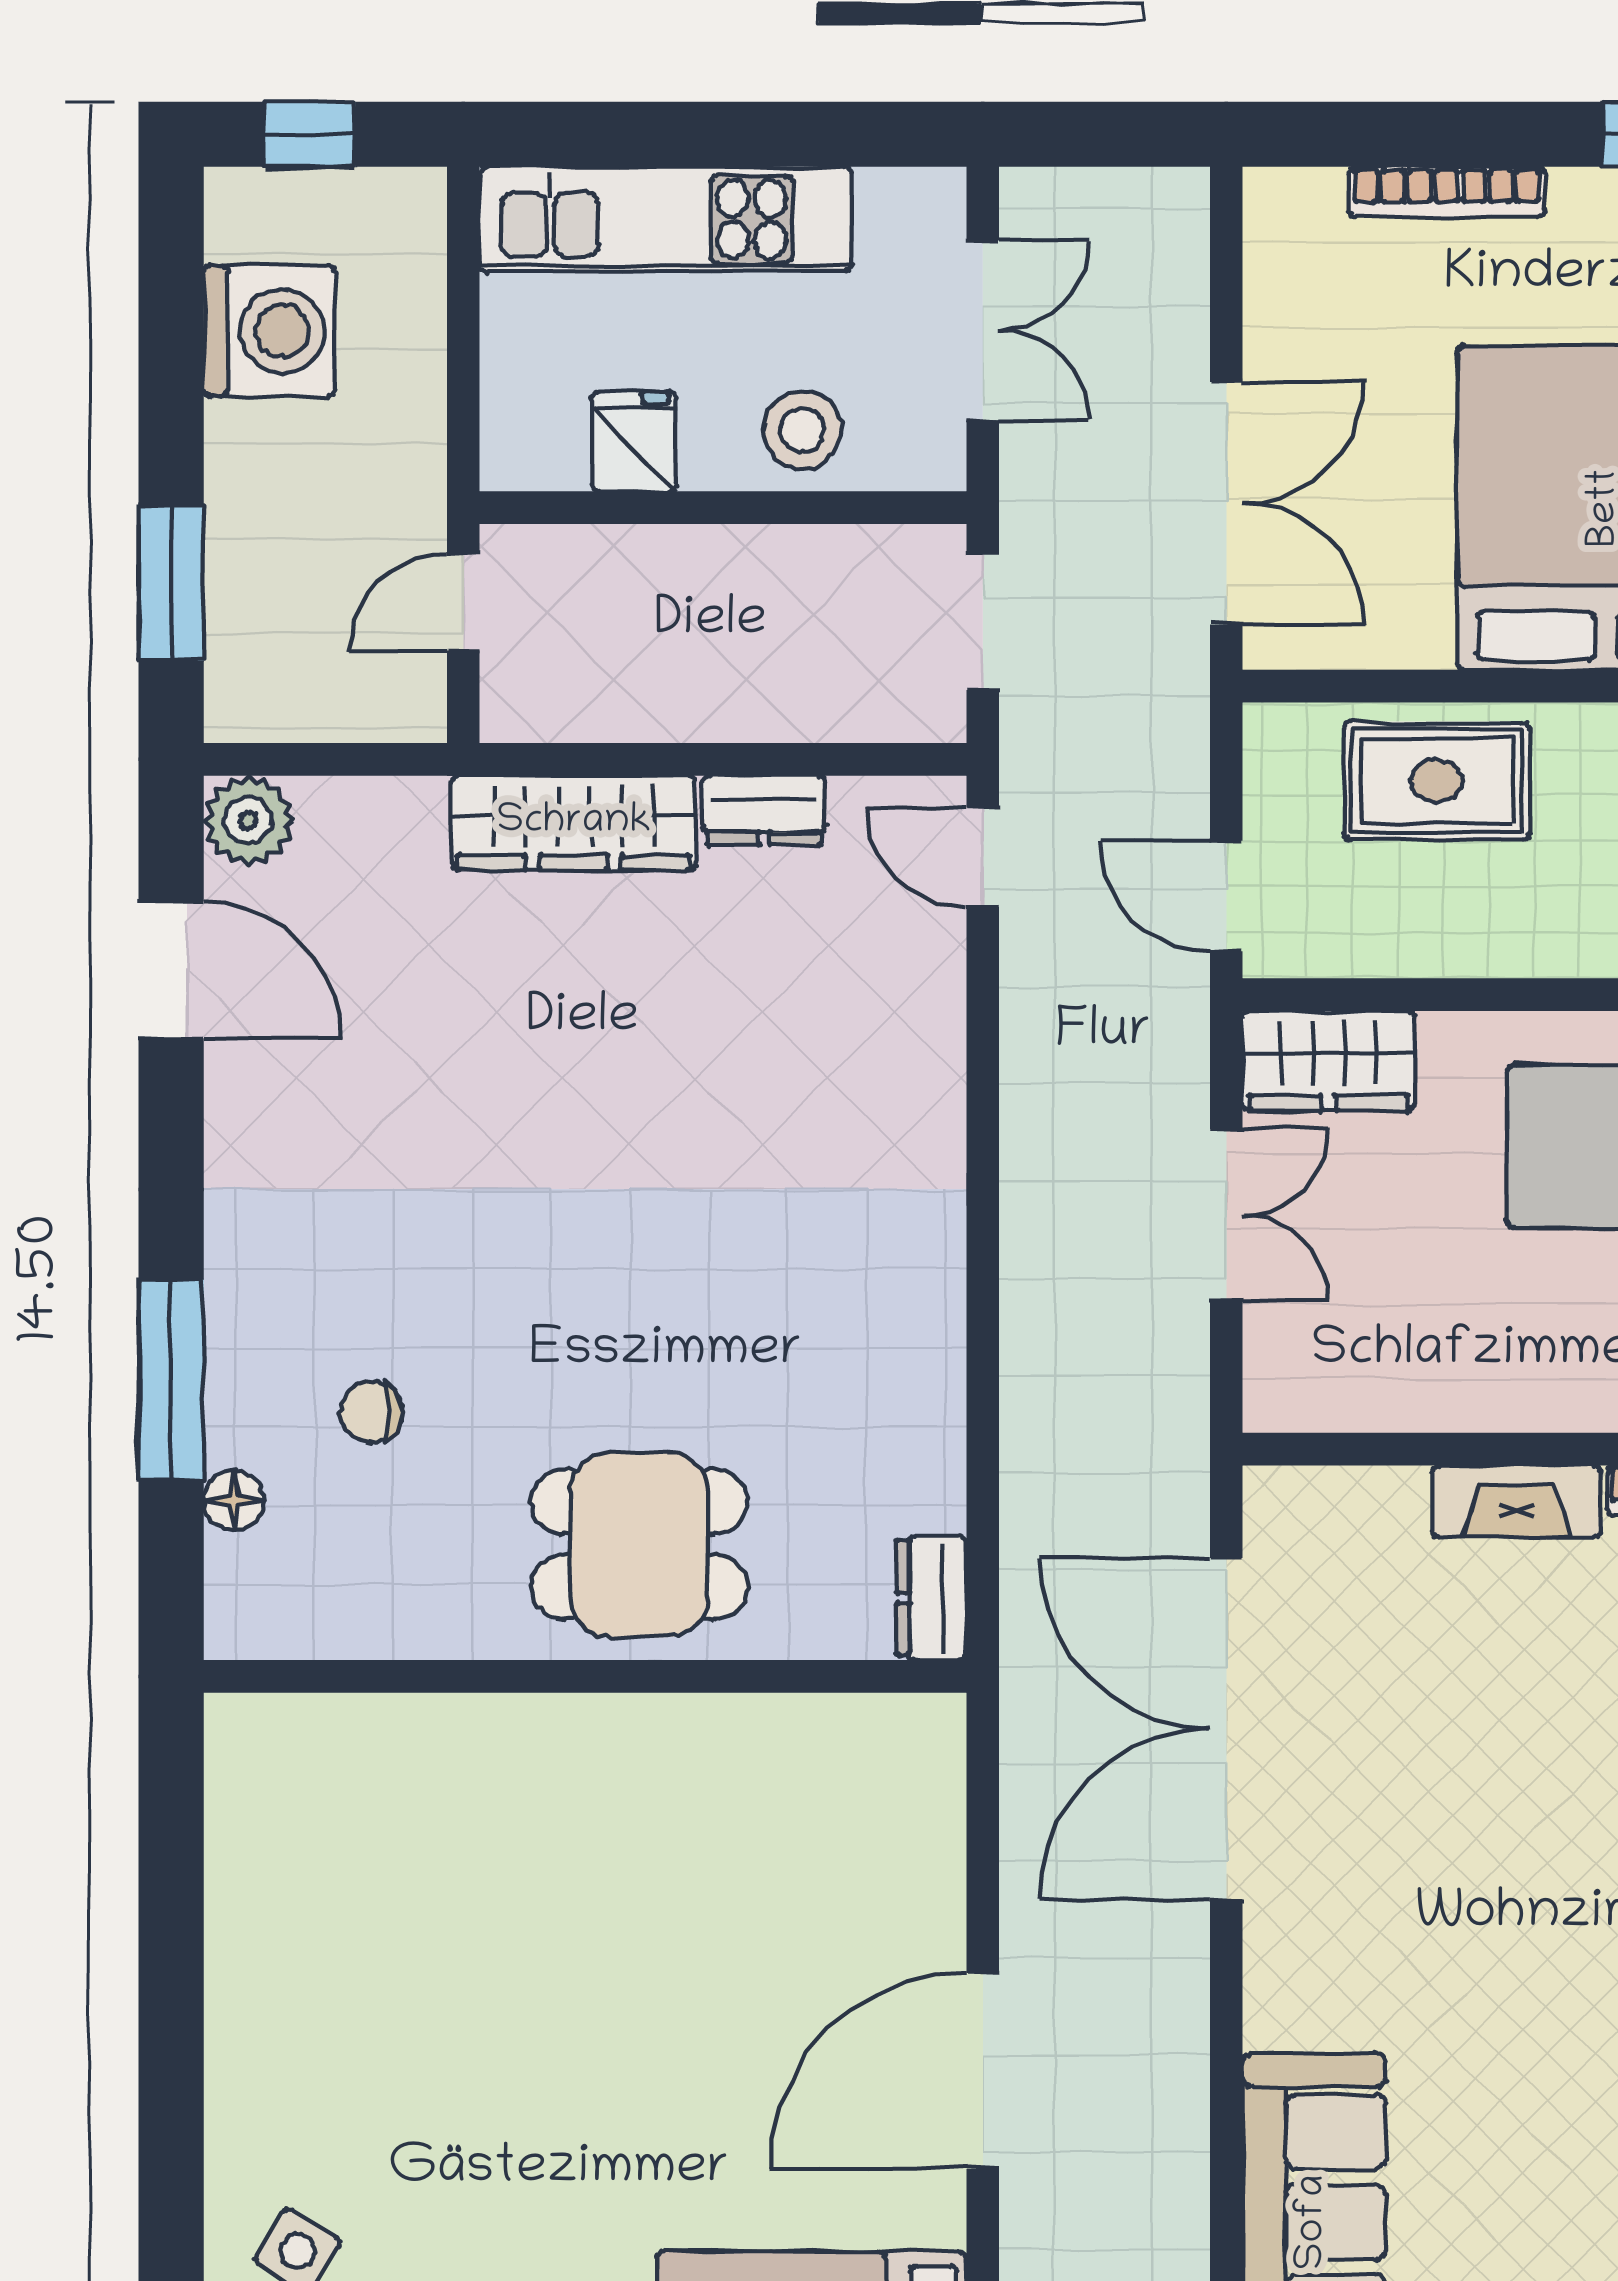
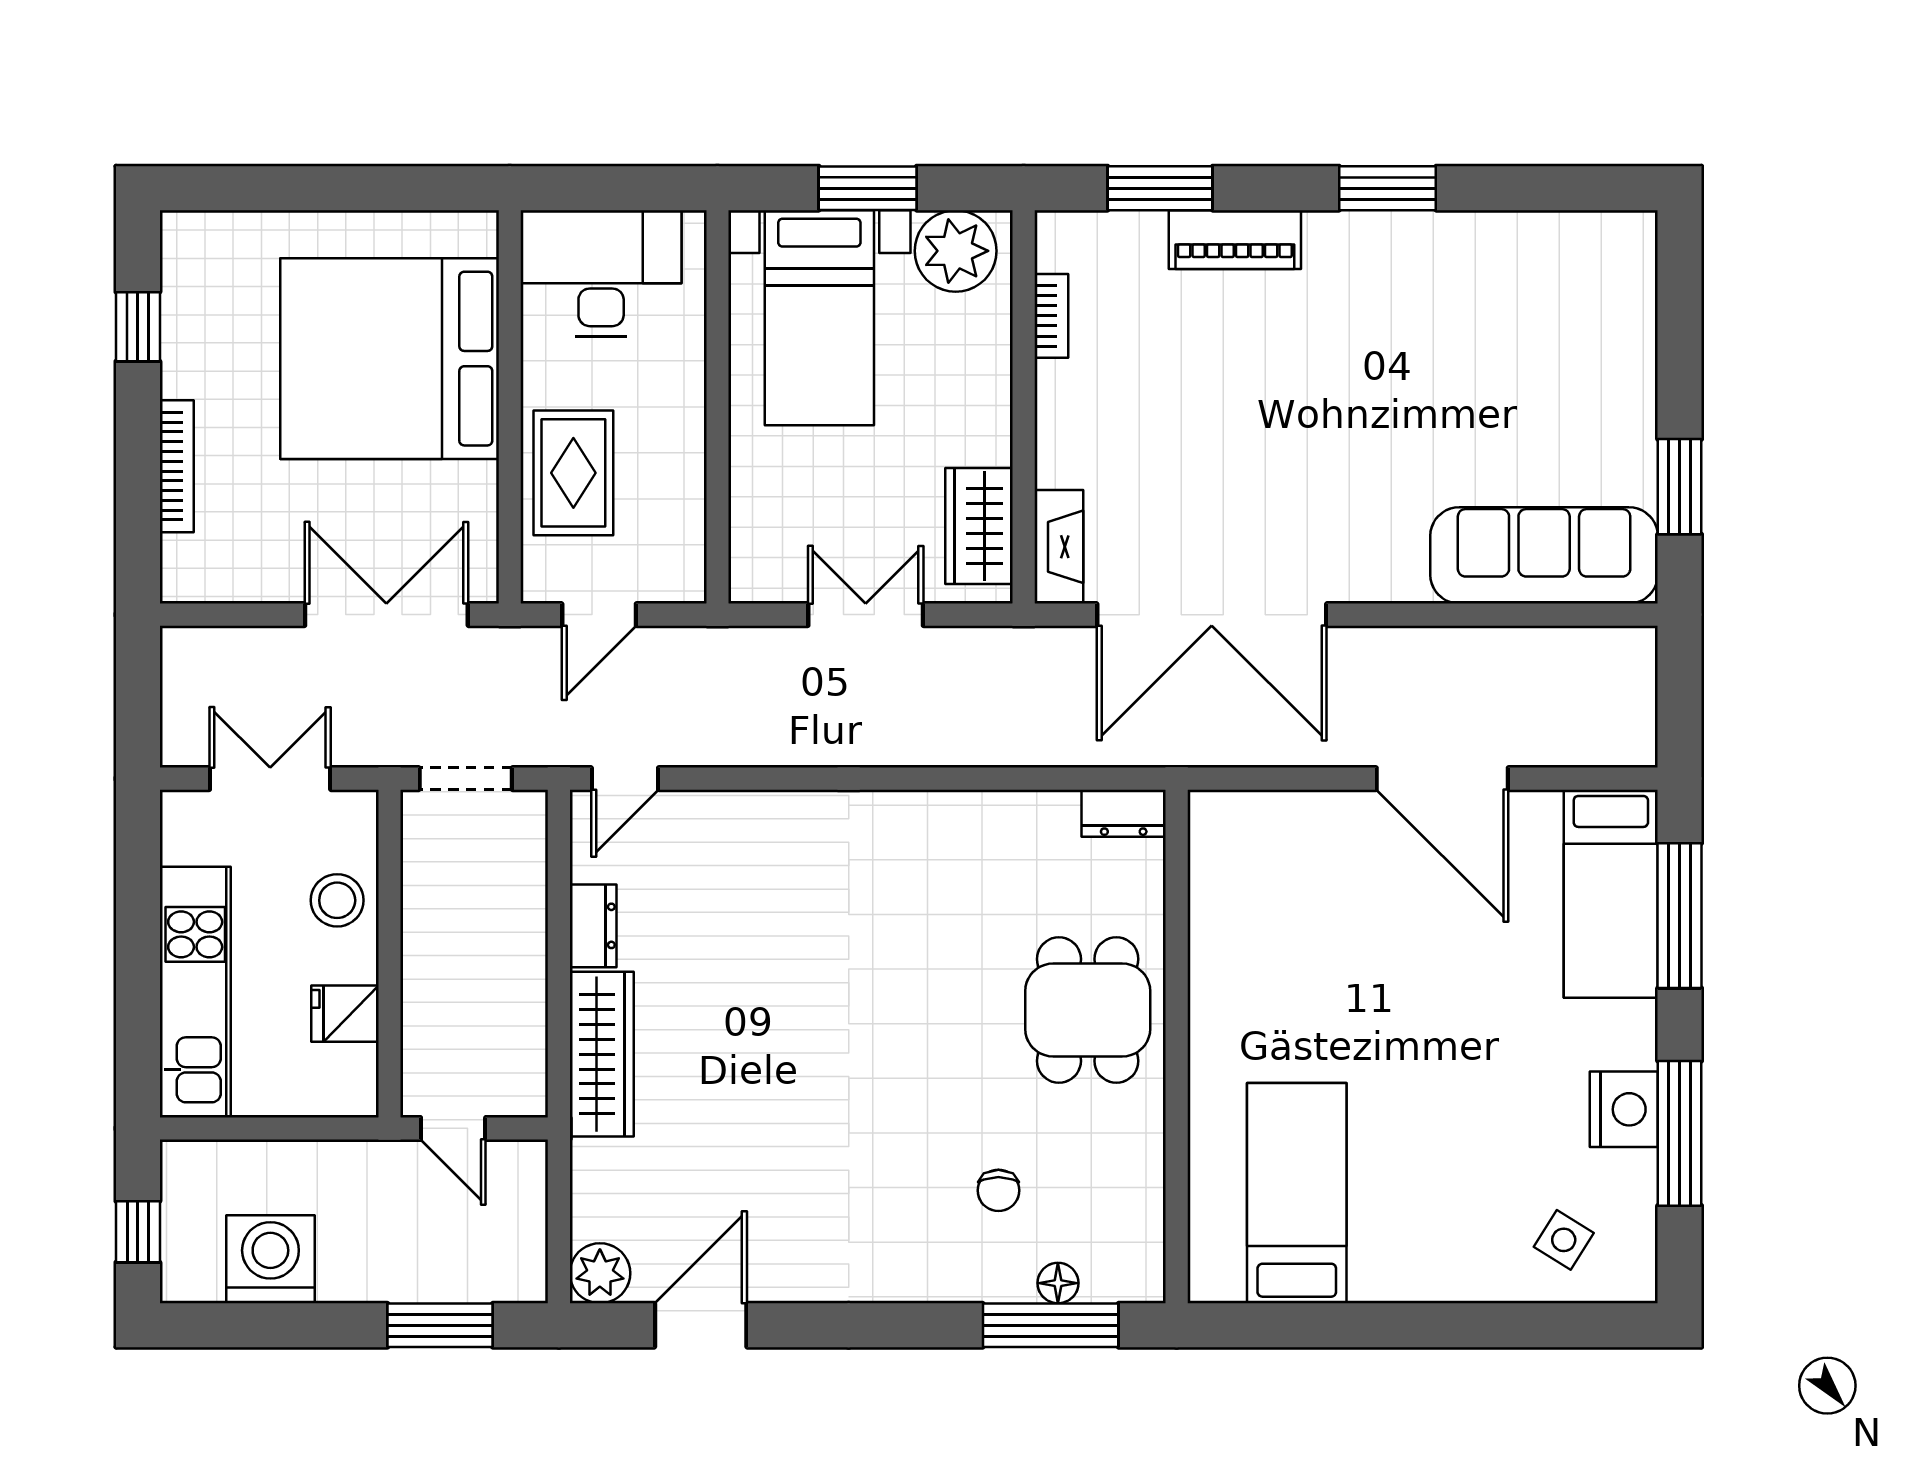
door: (1226, 896) -> (599, 615), moved
wardrobe: (1329, 1061) -> (979, 526), moved, turned 180
window: (171, 1380) -> (1051, 1325), moved
fireplace: (1516, 1502) -> (1059, 547), moved
bed: (367, 1855) -> (1297, 1193), added

